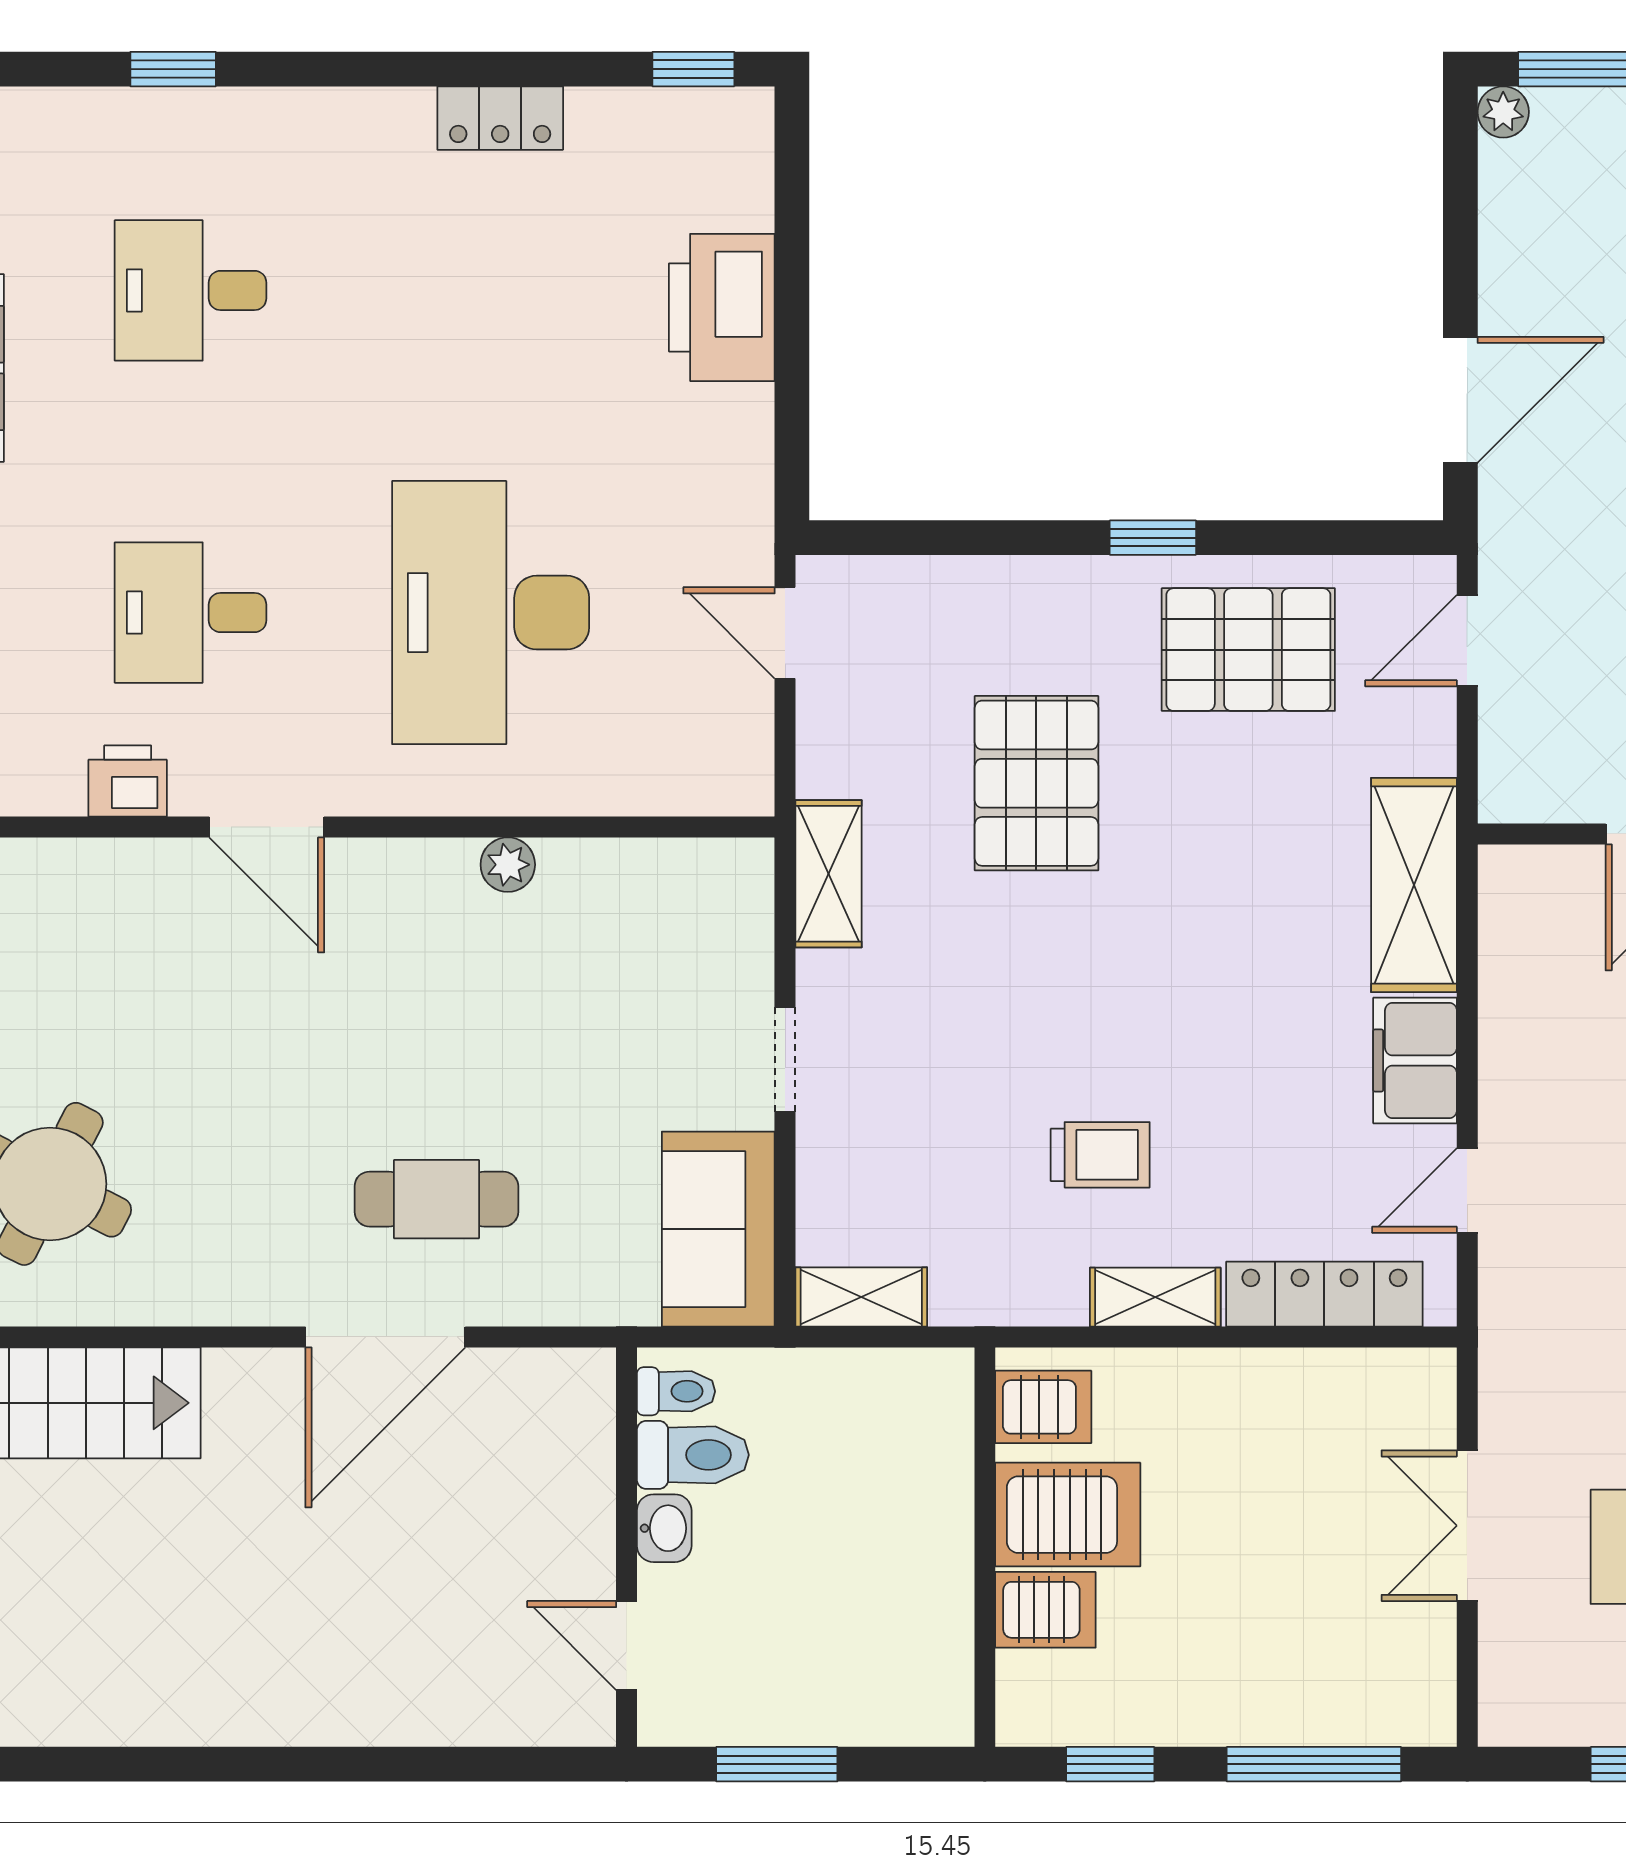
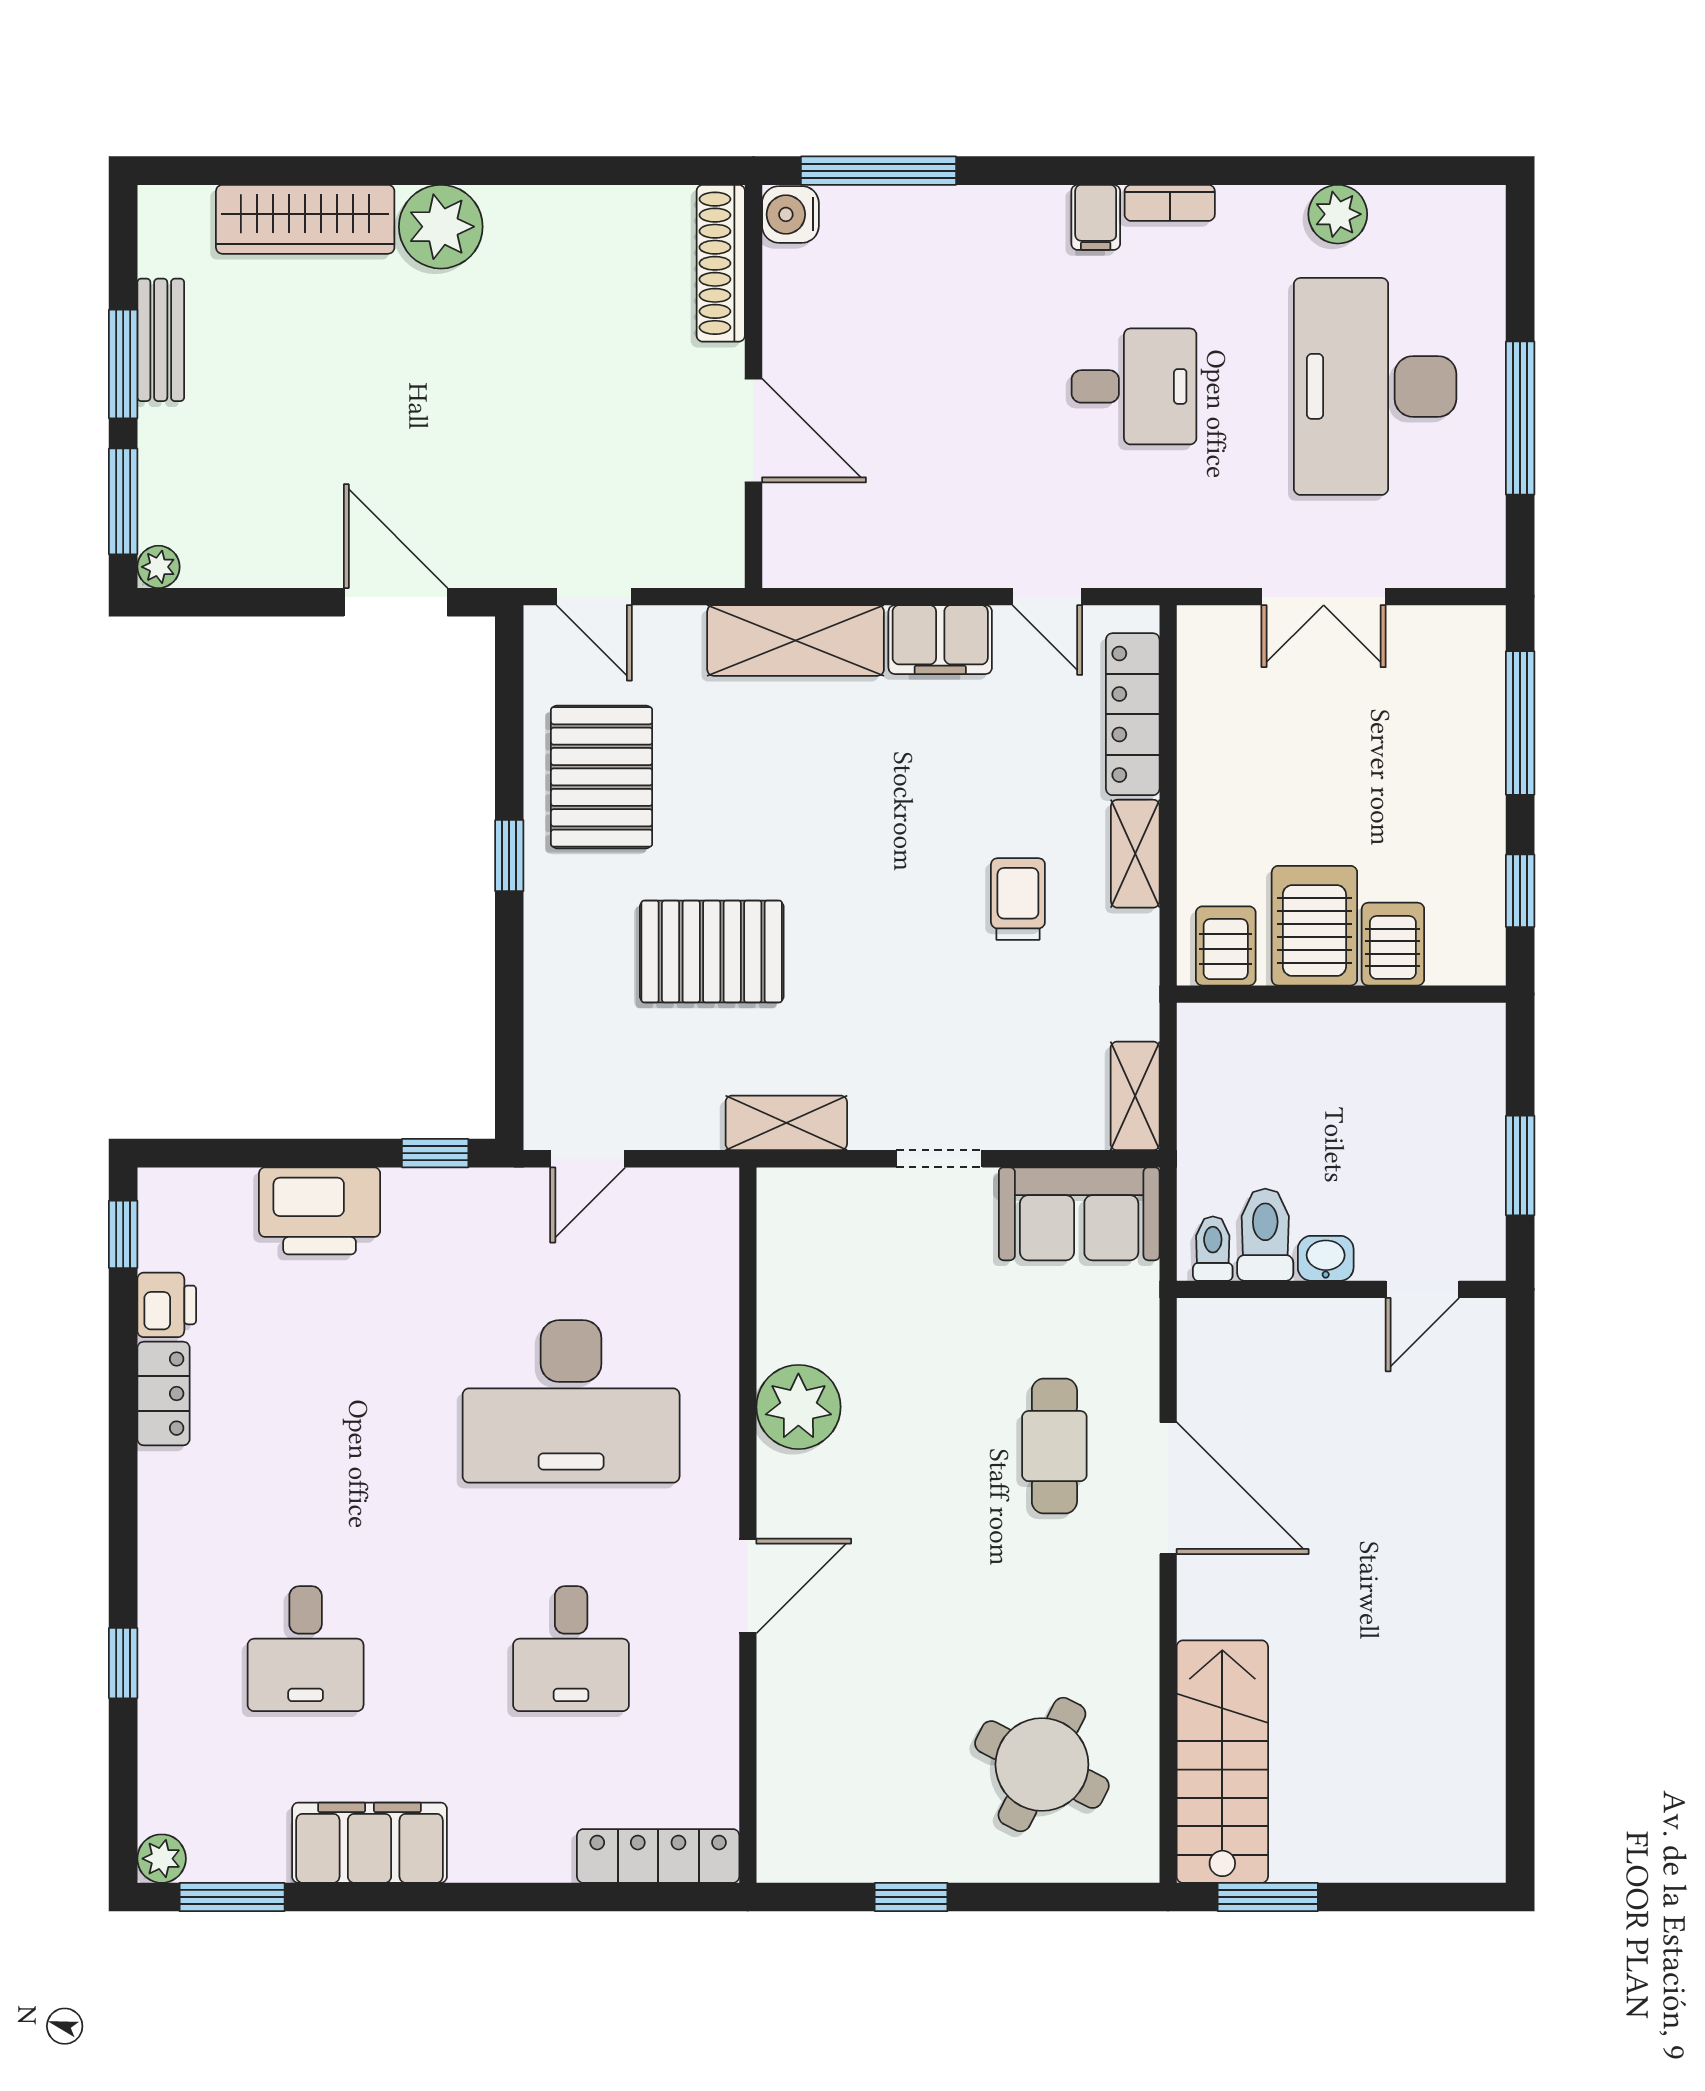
window: (792, 448) -> (435, 1153), added
printer: (128, 781) -> (167, 1305), moved, turned 180
plant: (508, 865) -> (798, 1407), width x1.87, depth x1.87

